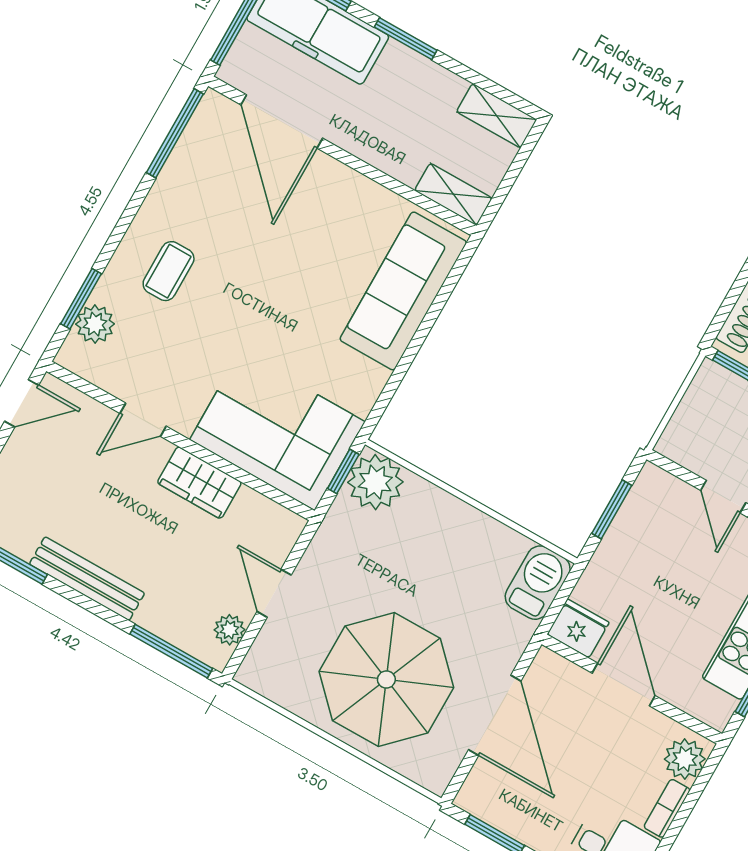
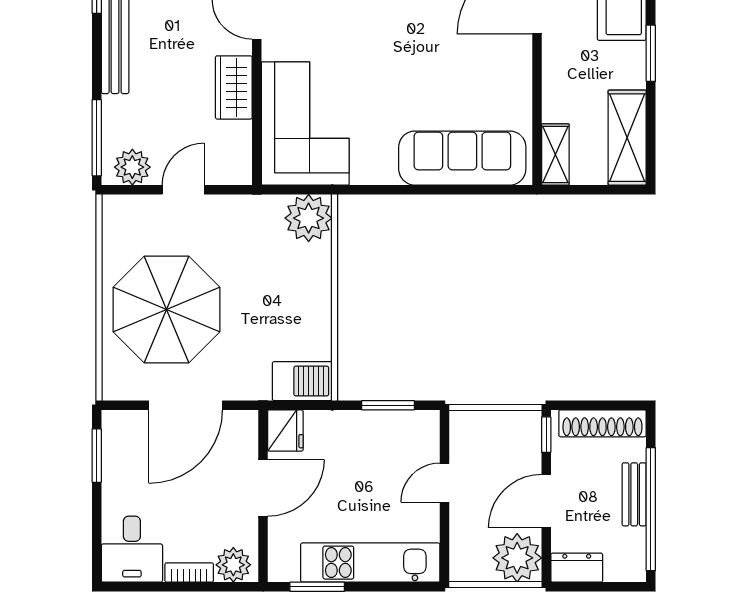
shelving: (497, 116) -> (627, 138), width x1.50, depth x1.33
window: (343, 471) -> (303, 190), removed
plant: (230, 630) -> (132, 167), width x1.38, depth x1.38

